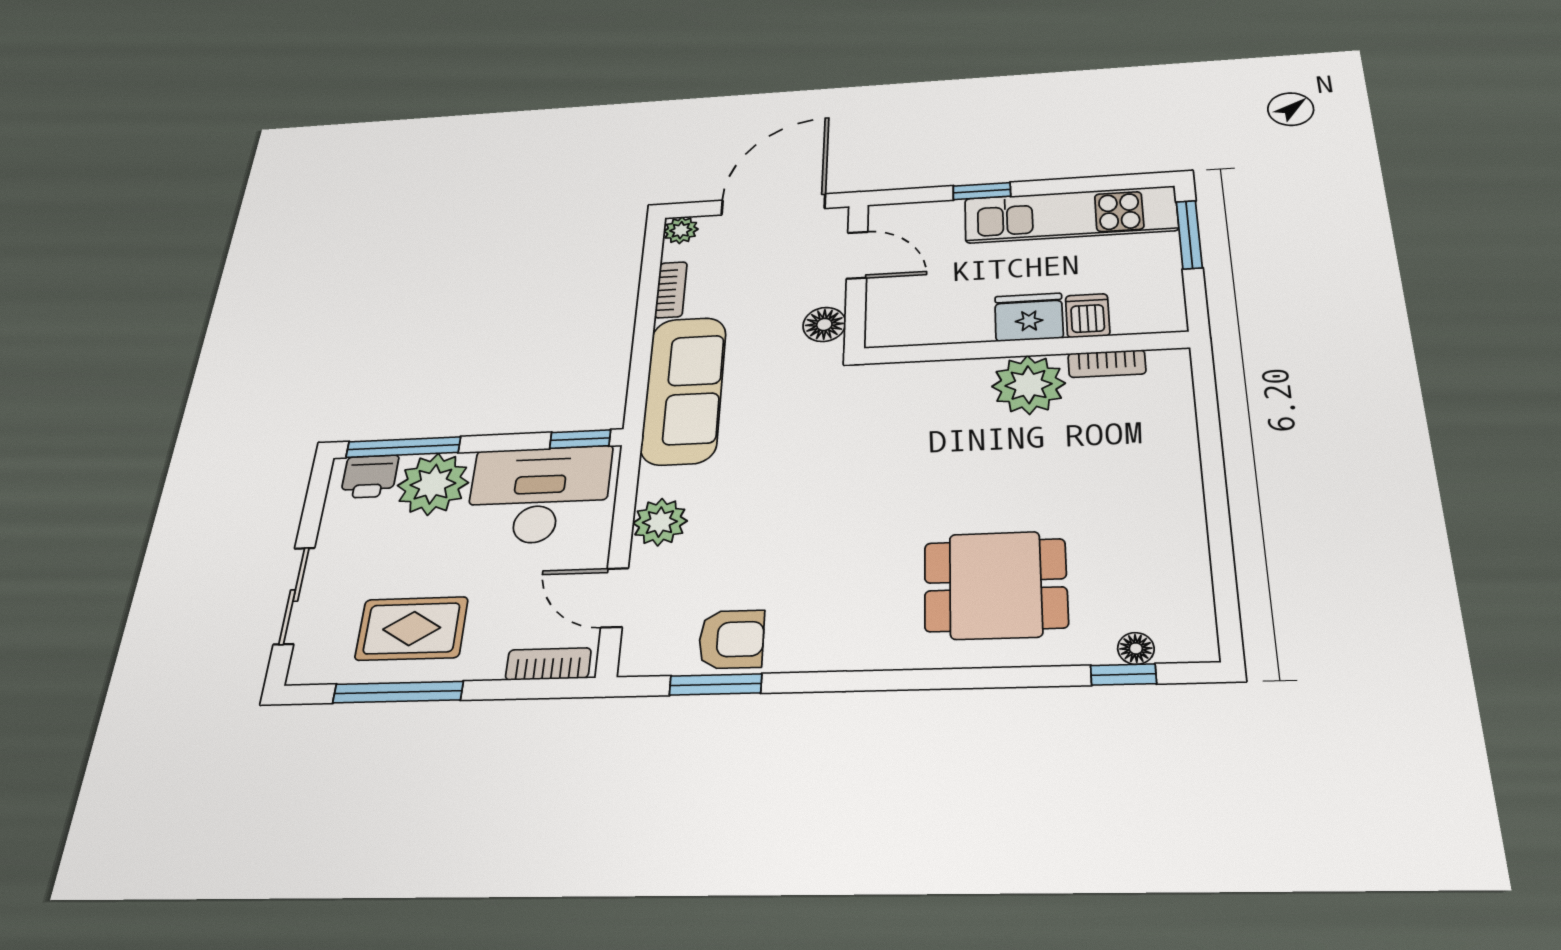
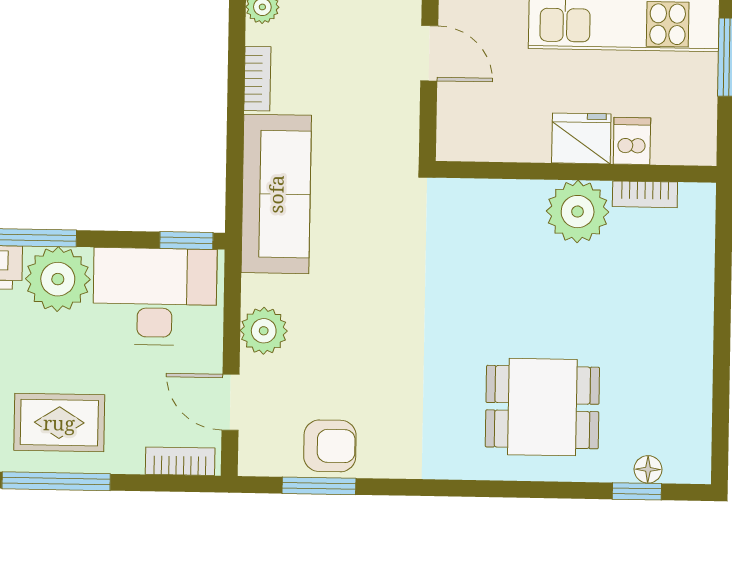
floor lamp: (824, 324) -> (400, 131), removed

